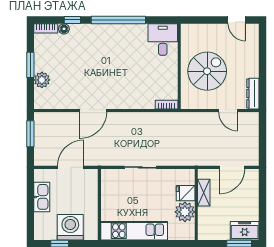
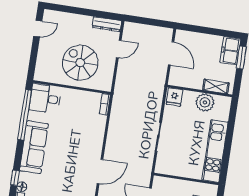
window: (118, 20) -> (25, 115), moved
sofa: (109, 35) -> (34, 147), added
door: (93, 110) -> (100, 172), hinge flipped
fridge: (186, 193) -> (174, 97), moved
shelving: (204, 193) -> (216, 86), moved

